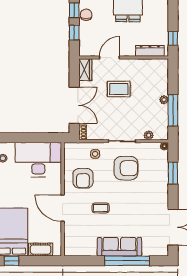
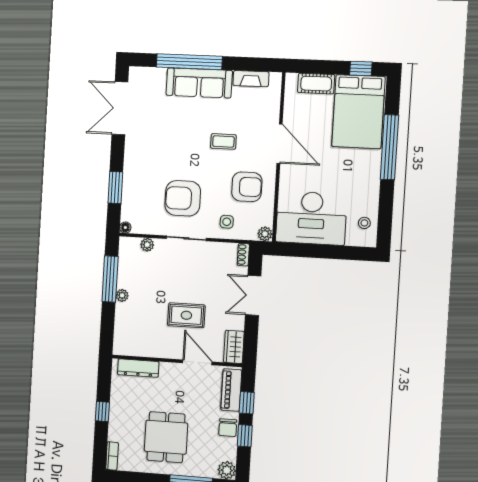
window: (173, 38) -> (102, 412), moved
piano: (85, 40) -> (231, 390), added
door: (109, 58) -> (197, 362), swing flipped
double door: (74, 105) -> (253, 295), width x0.73
plant: (69, 147) -> (265, 234), added
armchair: (83, 178) -> (247, 187), turned 90
fireplace: (84, 251) -> (251, 79), added

